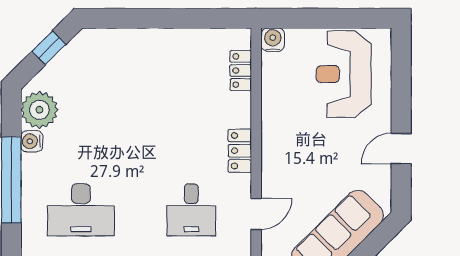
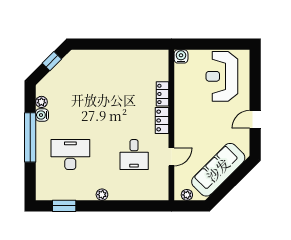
locker: (241, 71) -> (162, 94), moved
plant: (39, 110) -> (41, 102), width x0.53, depth x0.53
desk: (81, 210) -> (70, 155), turned 180

